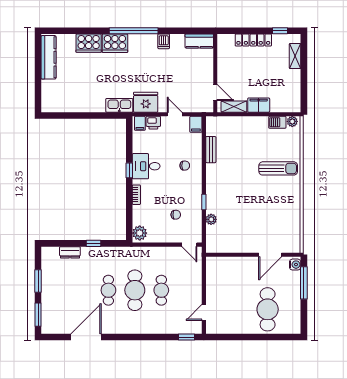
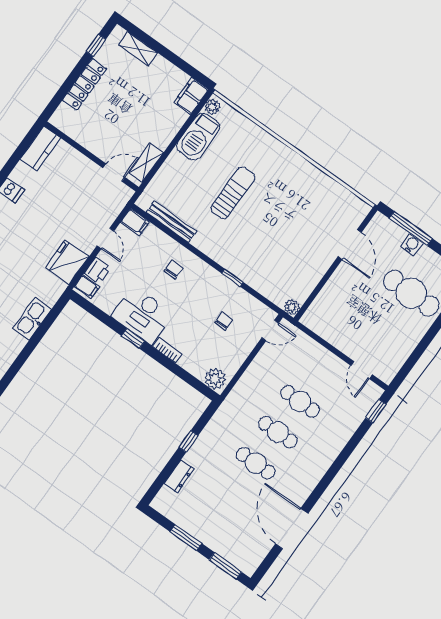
kitchen sink: (119, 105) -> (32, 319), moved
filing cabinet: (259, 105) -> (191, 96), moved
door: (175, 114) -> (105, 238), swing flipped
barbecue: (277, 122) -> (198, 137), width x1.88, depth x1.53
bench: (211, 150) -> (171, 222), width x1.36
desk: (146, 166) -> (142, 315), width x1.37
sun lounger: (278, 168) -> (233, 193), moved
plant: (211, 219) -> (292, 307), moved
water cooler: (295, 265) -> (412, 245), moved
cafe table: (135, 290) -> (278, 432), width x0.73, depth x0.74

